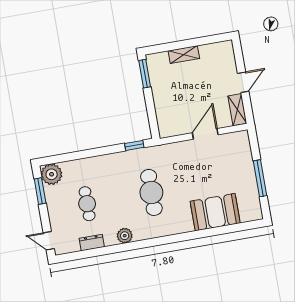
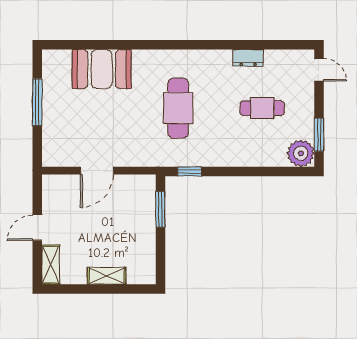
window: (145, 74) -> (160, 209), moved
shelving: (237, 110) -> (51, 265), moved
cafe table: (87, 204) -> (262, 108), turned 90
plant: (125, 236) -> (222, 59), removed
dresser: (92, 243) -> (248, 58), moved

